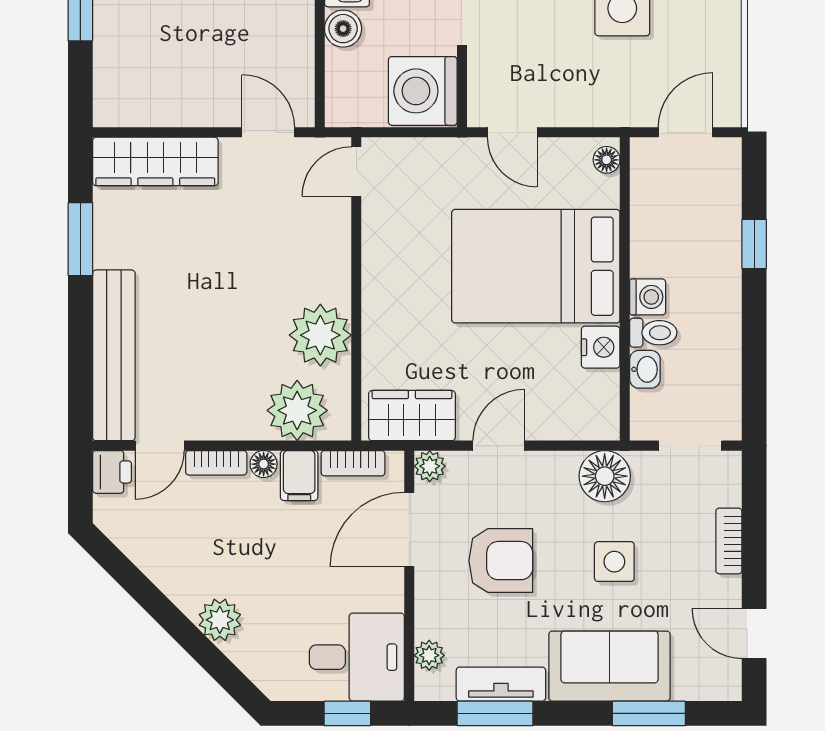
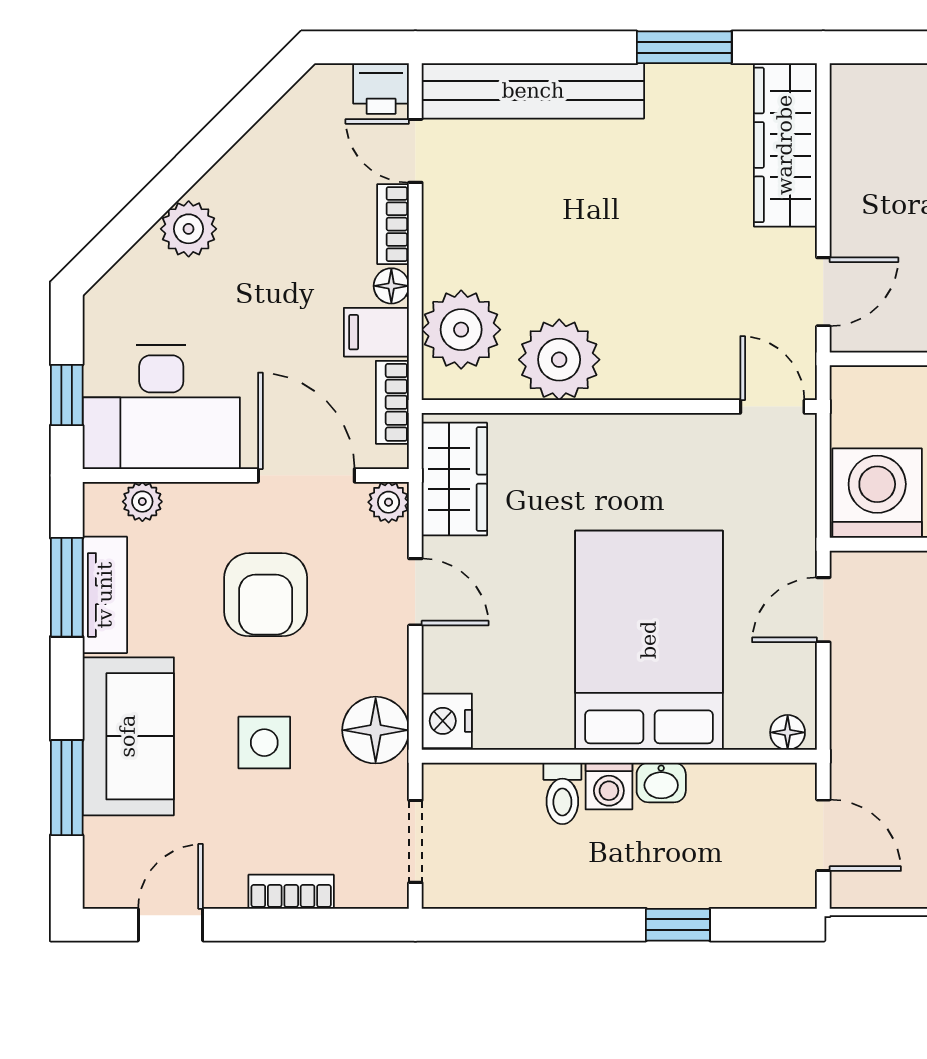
nightstand: (601, 347) -> (447, 721), moved, turned 90
washbasin: (645, 369) -> (661, 782), moved
desk: (357, 657) -> (161, 407), width x1.37

